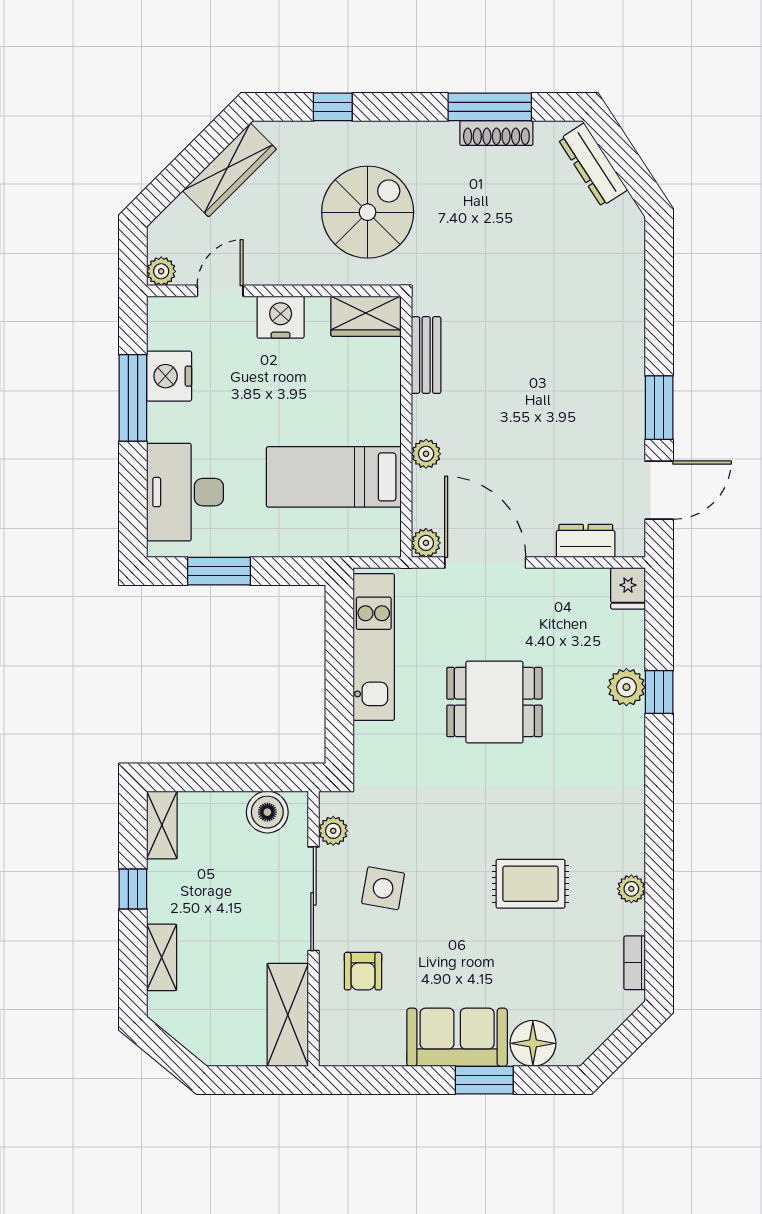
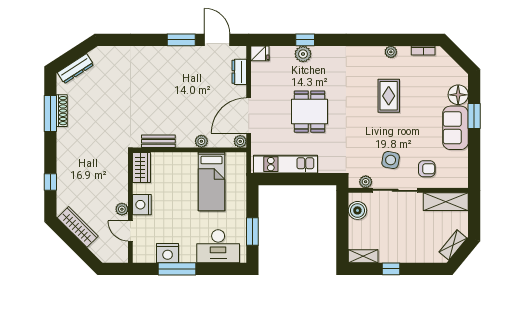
spiral stairs: (368, 212) -> (96, 167), removed
plant: (161, 271) -> (122, 209), moved
shelving: (162, 957) -> (453, 245), moved, turned -50

